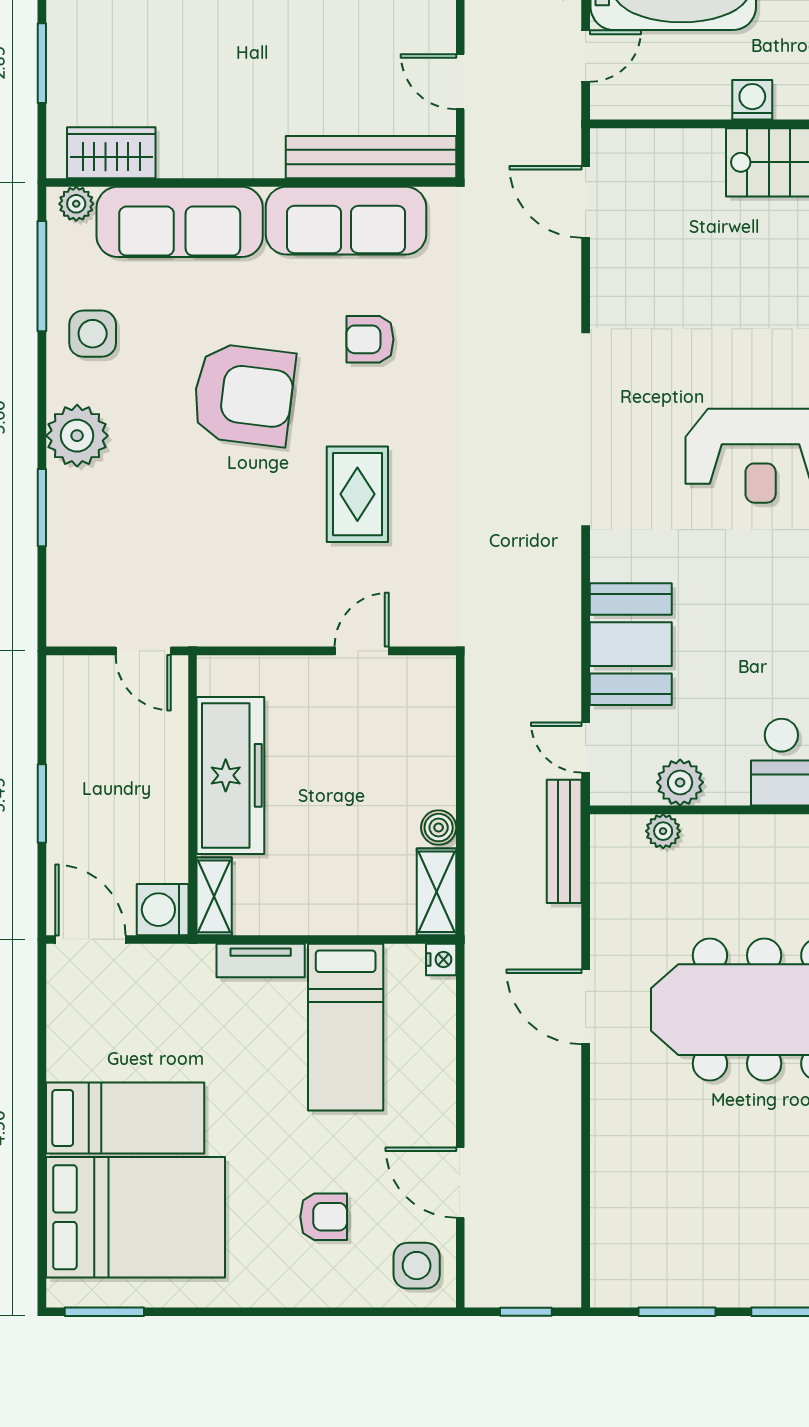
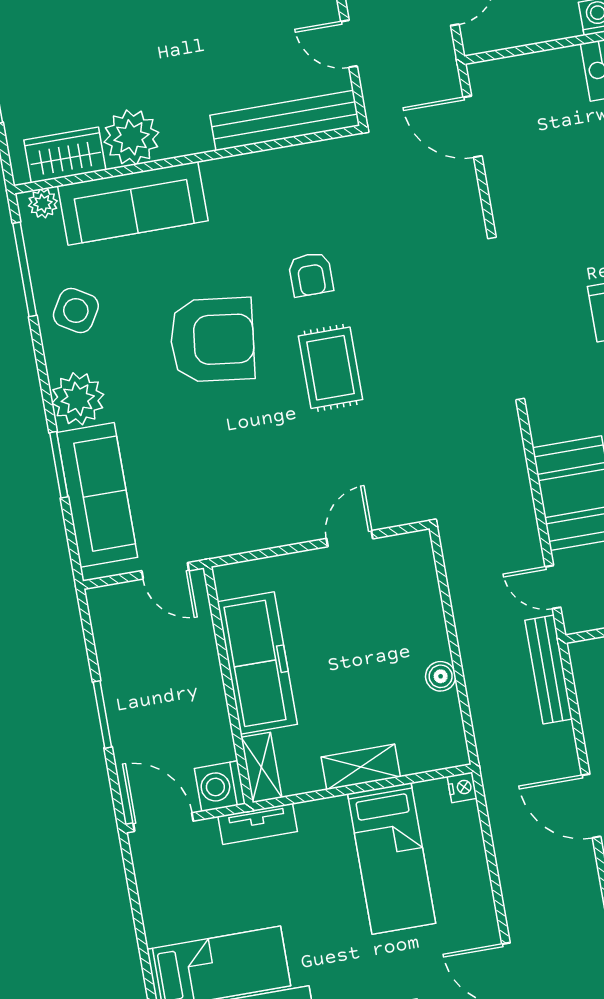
plant: (191, 146) -> (131, 137), added
sofa: (346, 221) -> (97, 495), moved, turned -90
side table: (93, 334) -> (76, 310), turned 31
armchair: (370, 339) -> (311, 274), turned -90
rug: (357, 494) -> (330, 368), moved
shelving: (436, 892) -> (361, 767), moved, turned 90
tv unit: (261, 960) -> (258, 824), moved

